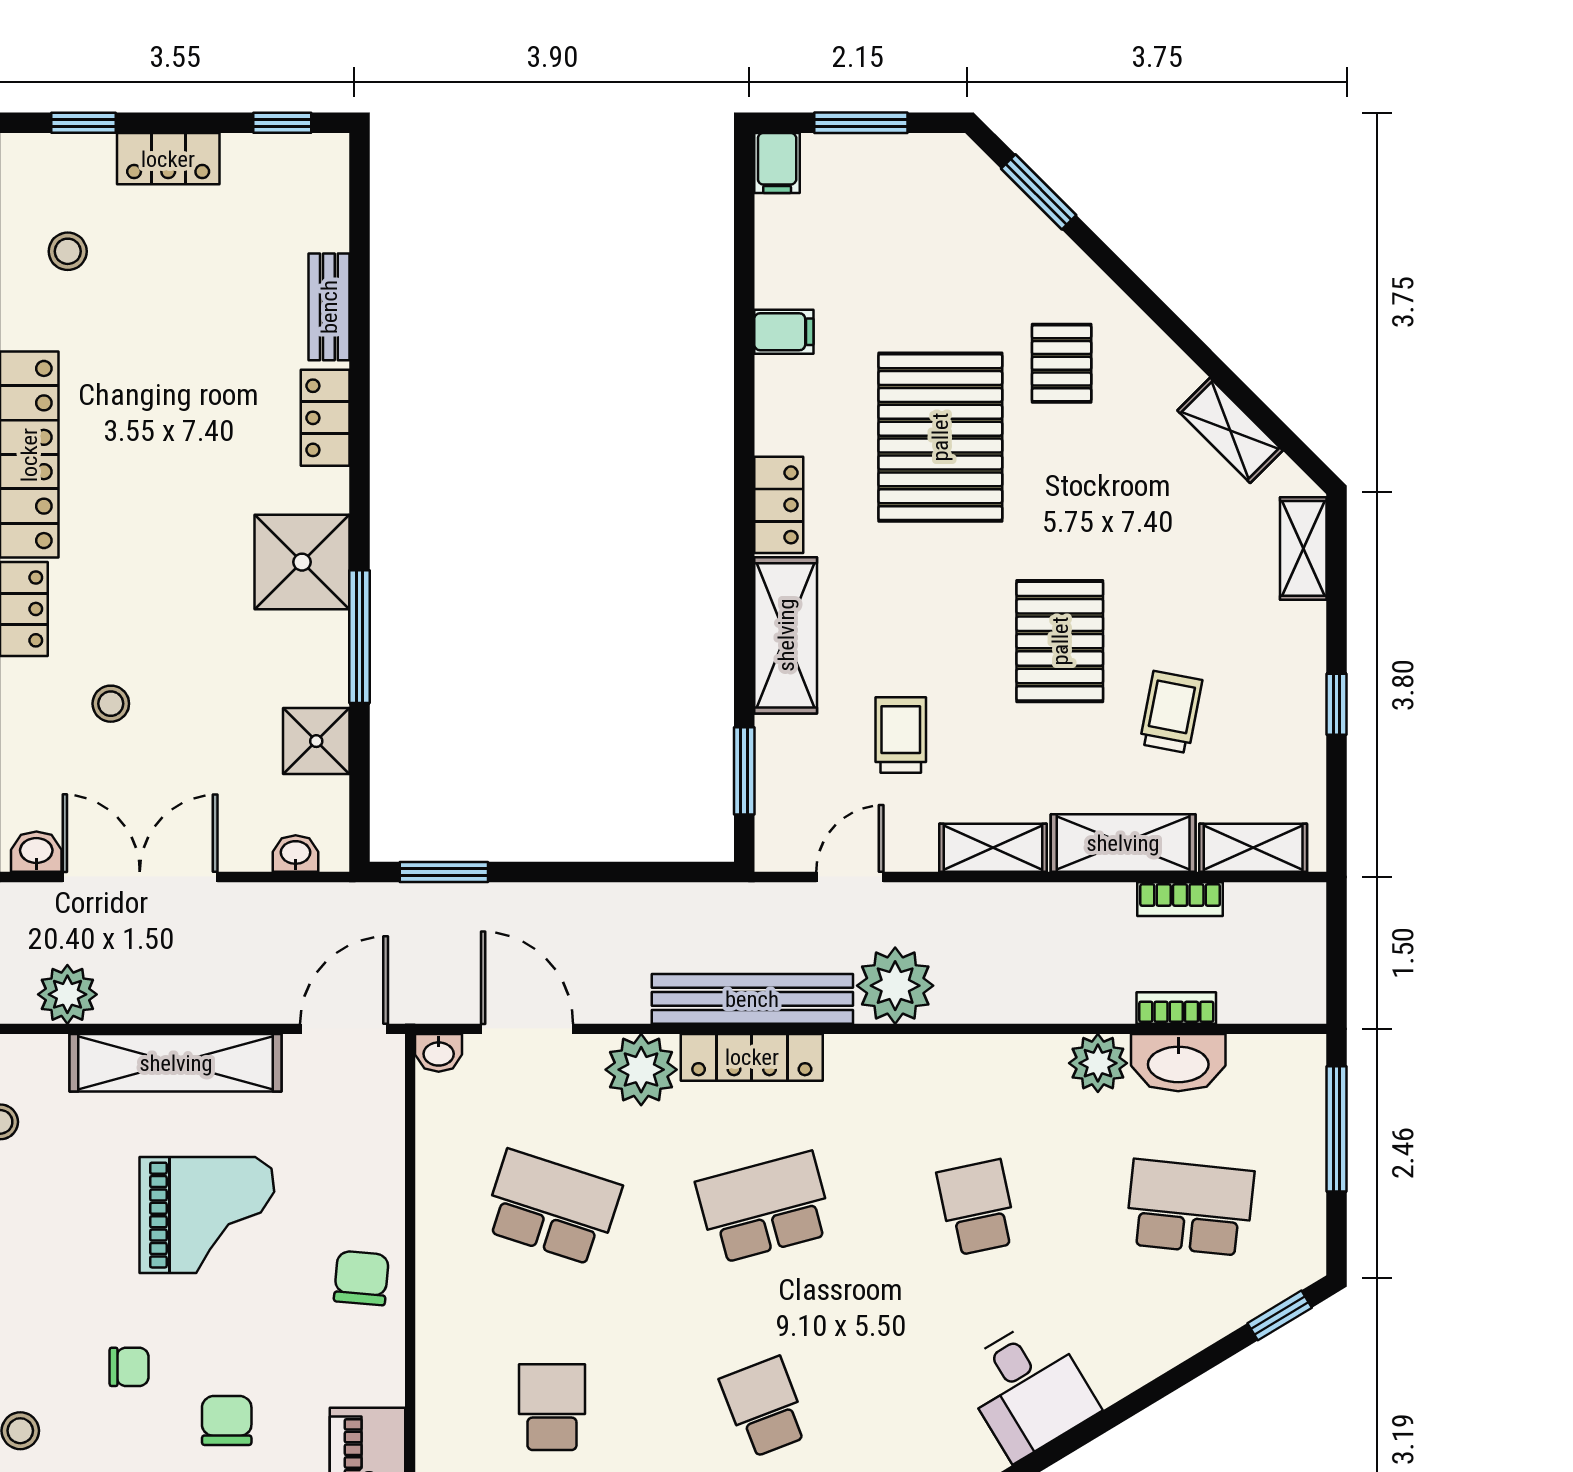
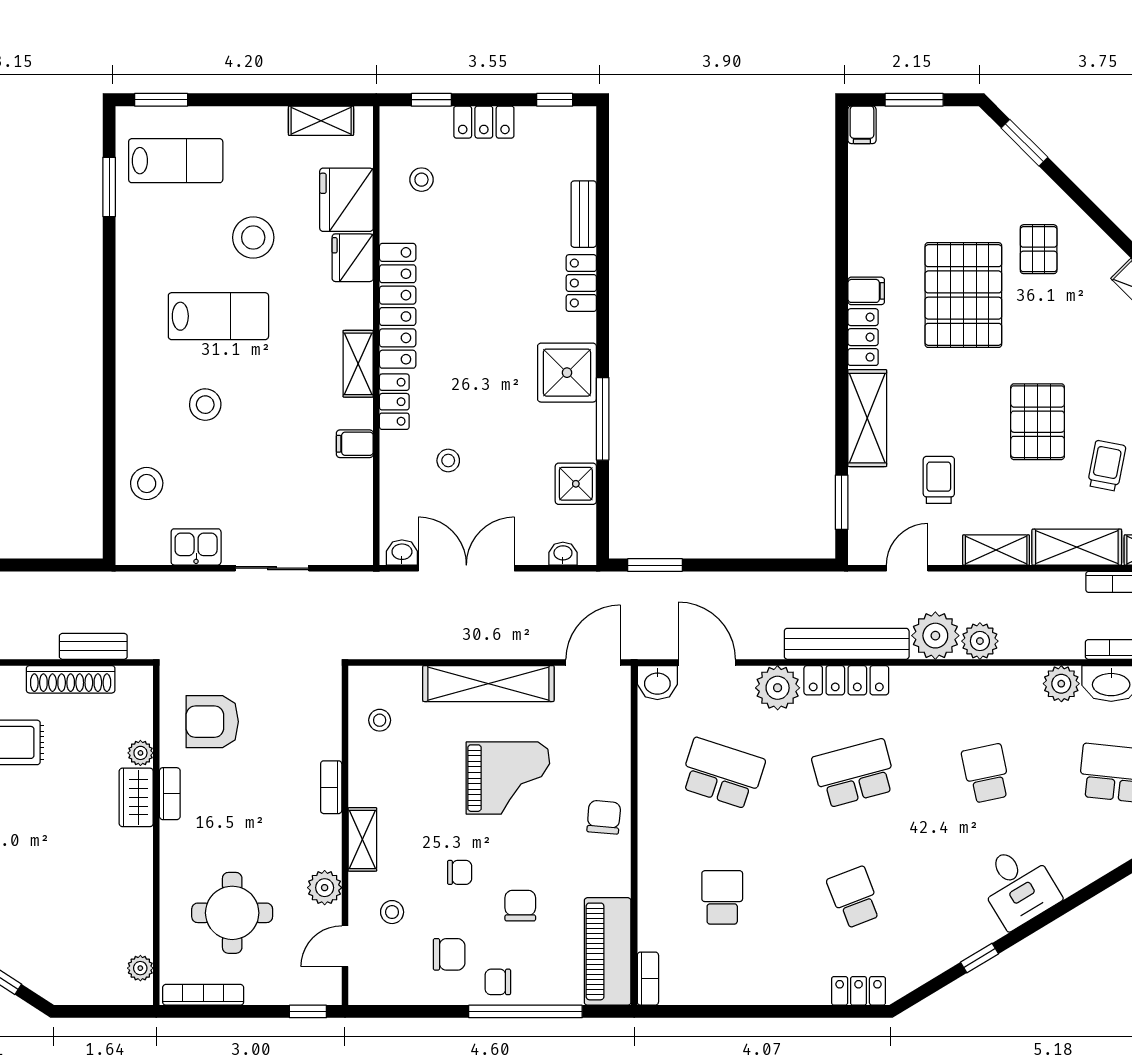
filing cabinet: (784, 332) -> (866, 291), moved
plant: (67, 994) -> (980, 641), moved
washbasin: (439, 1053) -> (657, 683), width x1.38, depth x1.45

